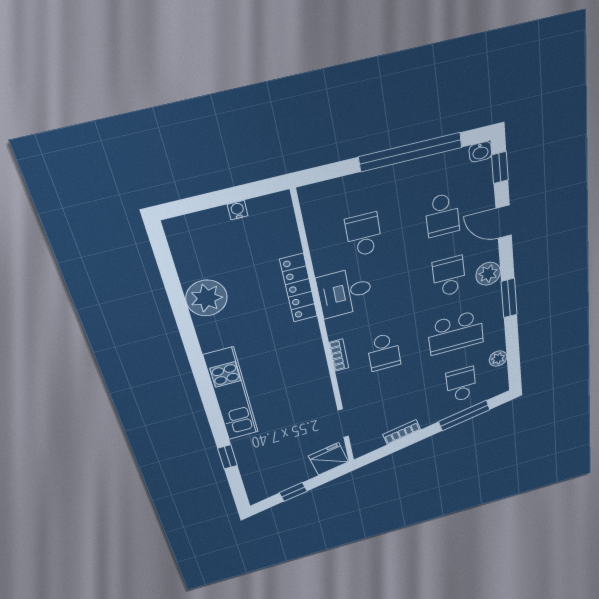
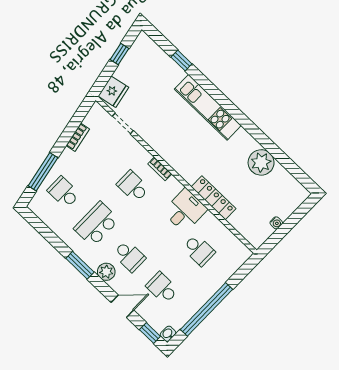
plant: (498, 359) -> (53, 223), removed
school desk: (461, 385) -> (64, 192), turned 180

